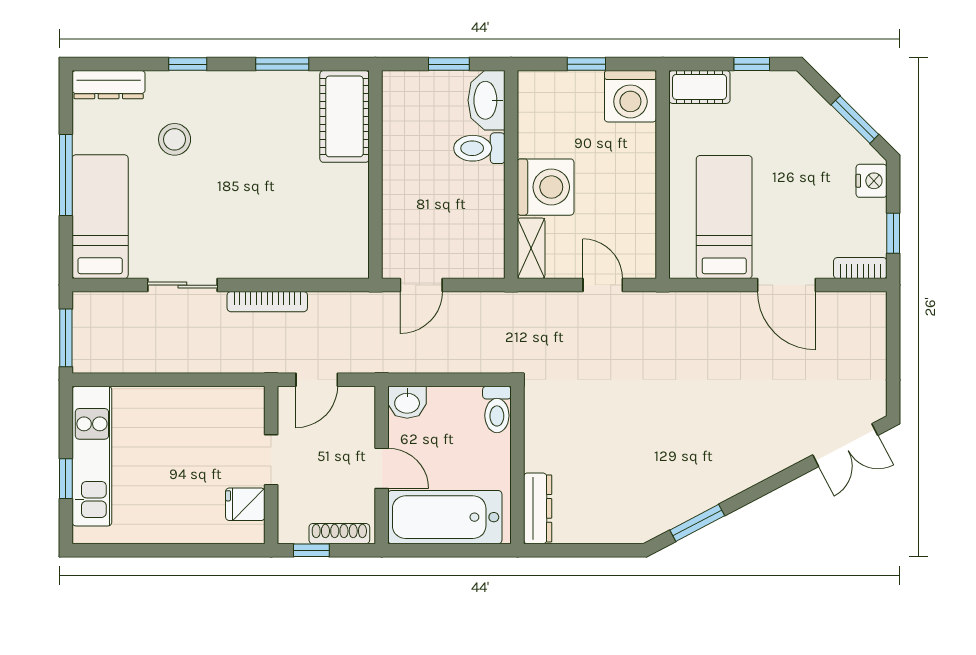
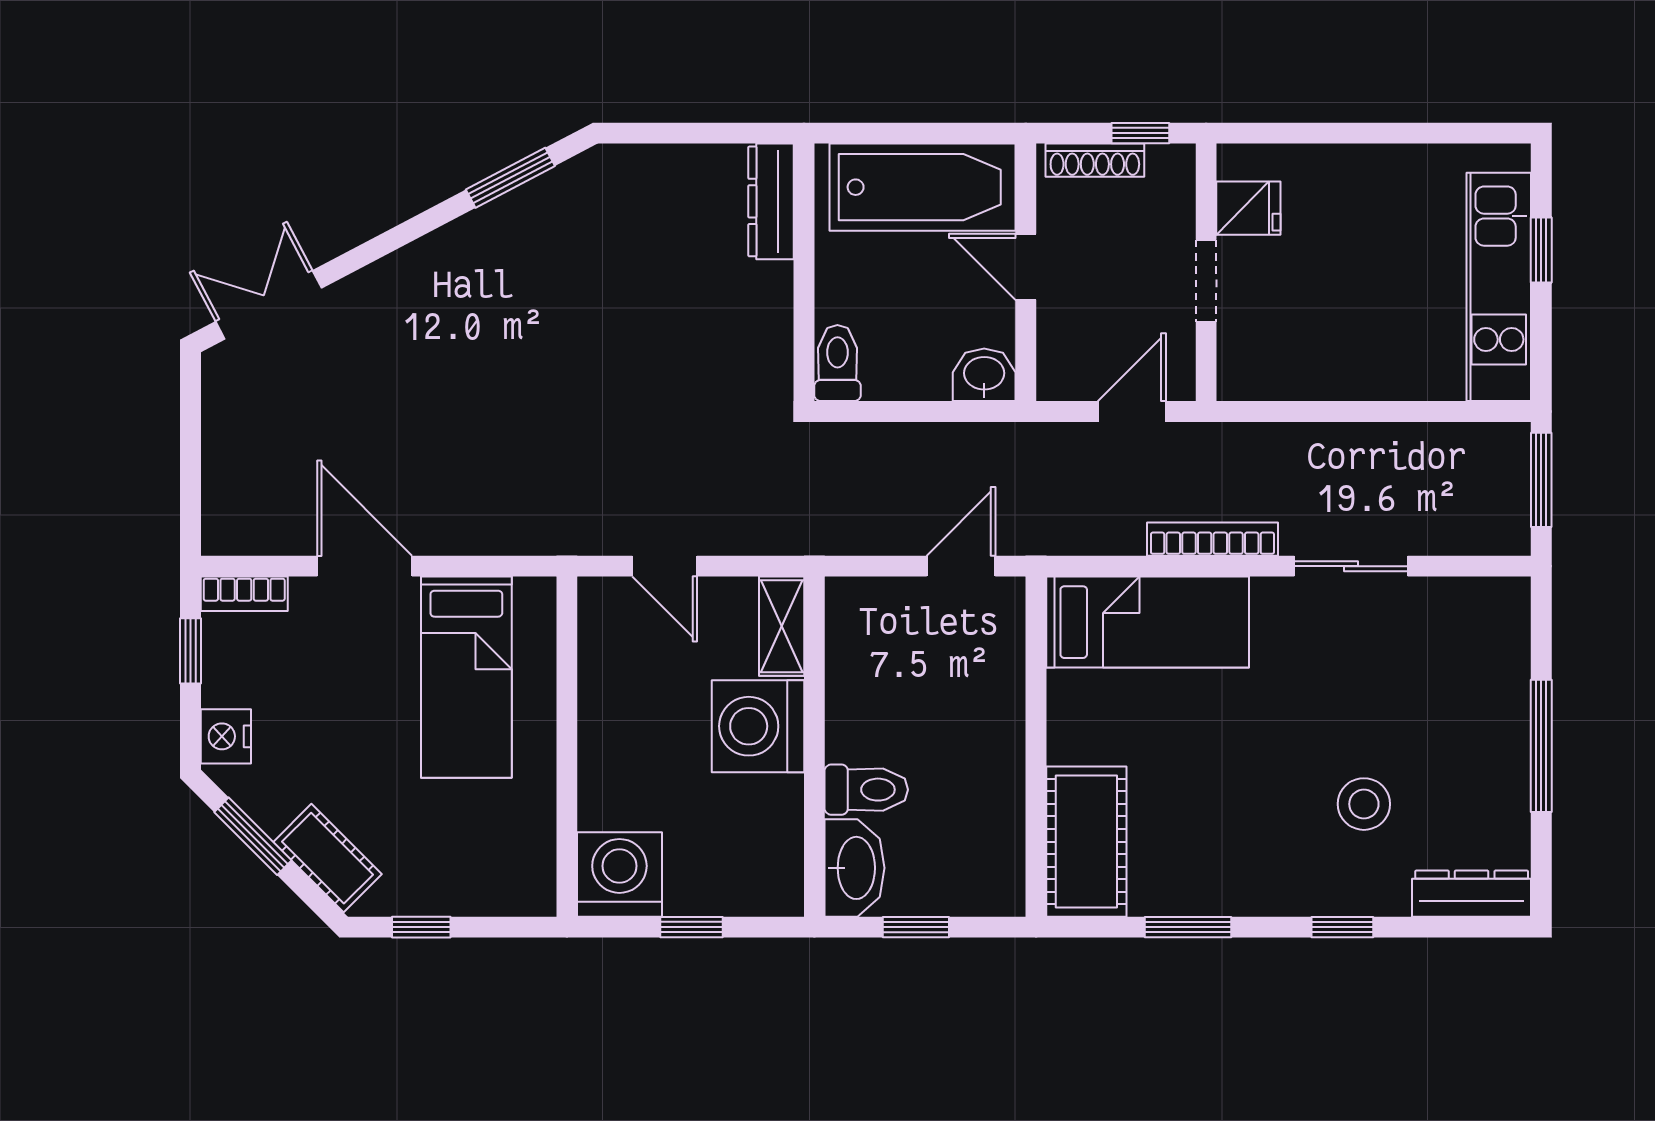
cot: (699, 87) -> (328, 858), moved, turned 45
bed: (100, 217) -> (1148, 622), moved, turned -90

